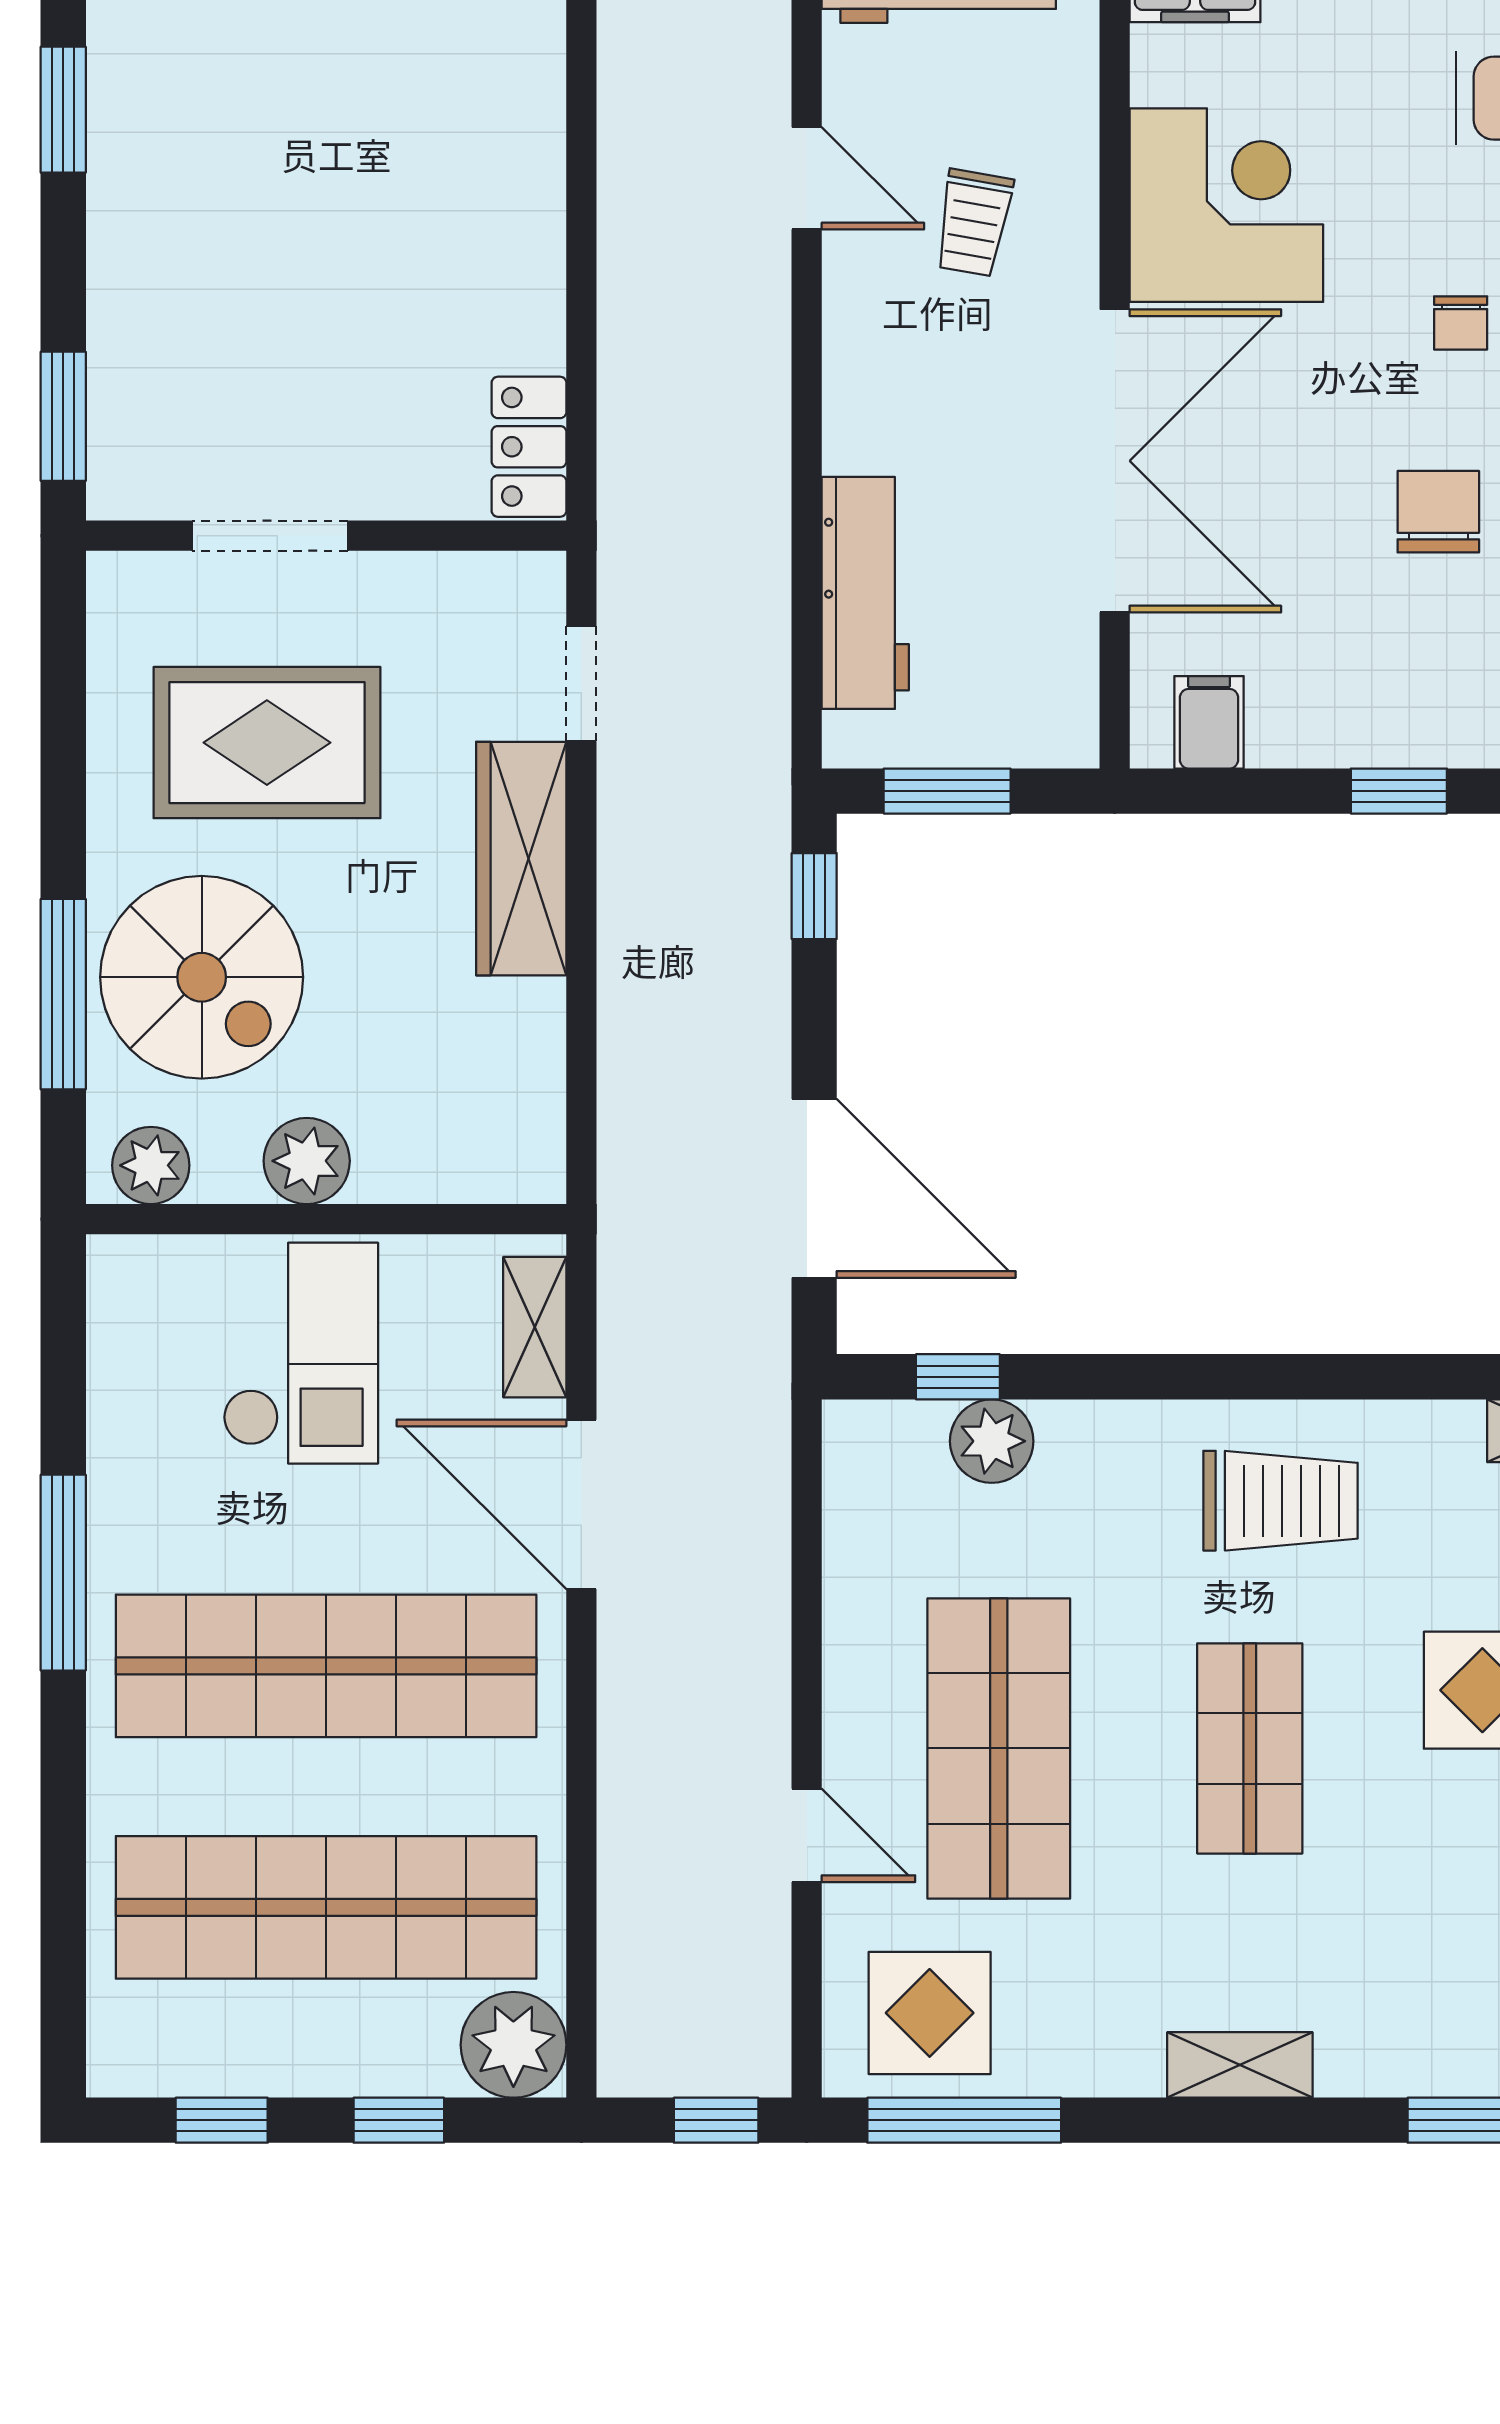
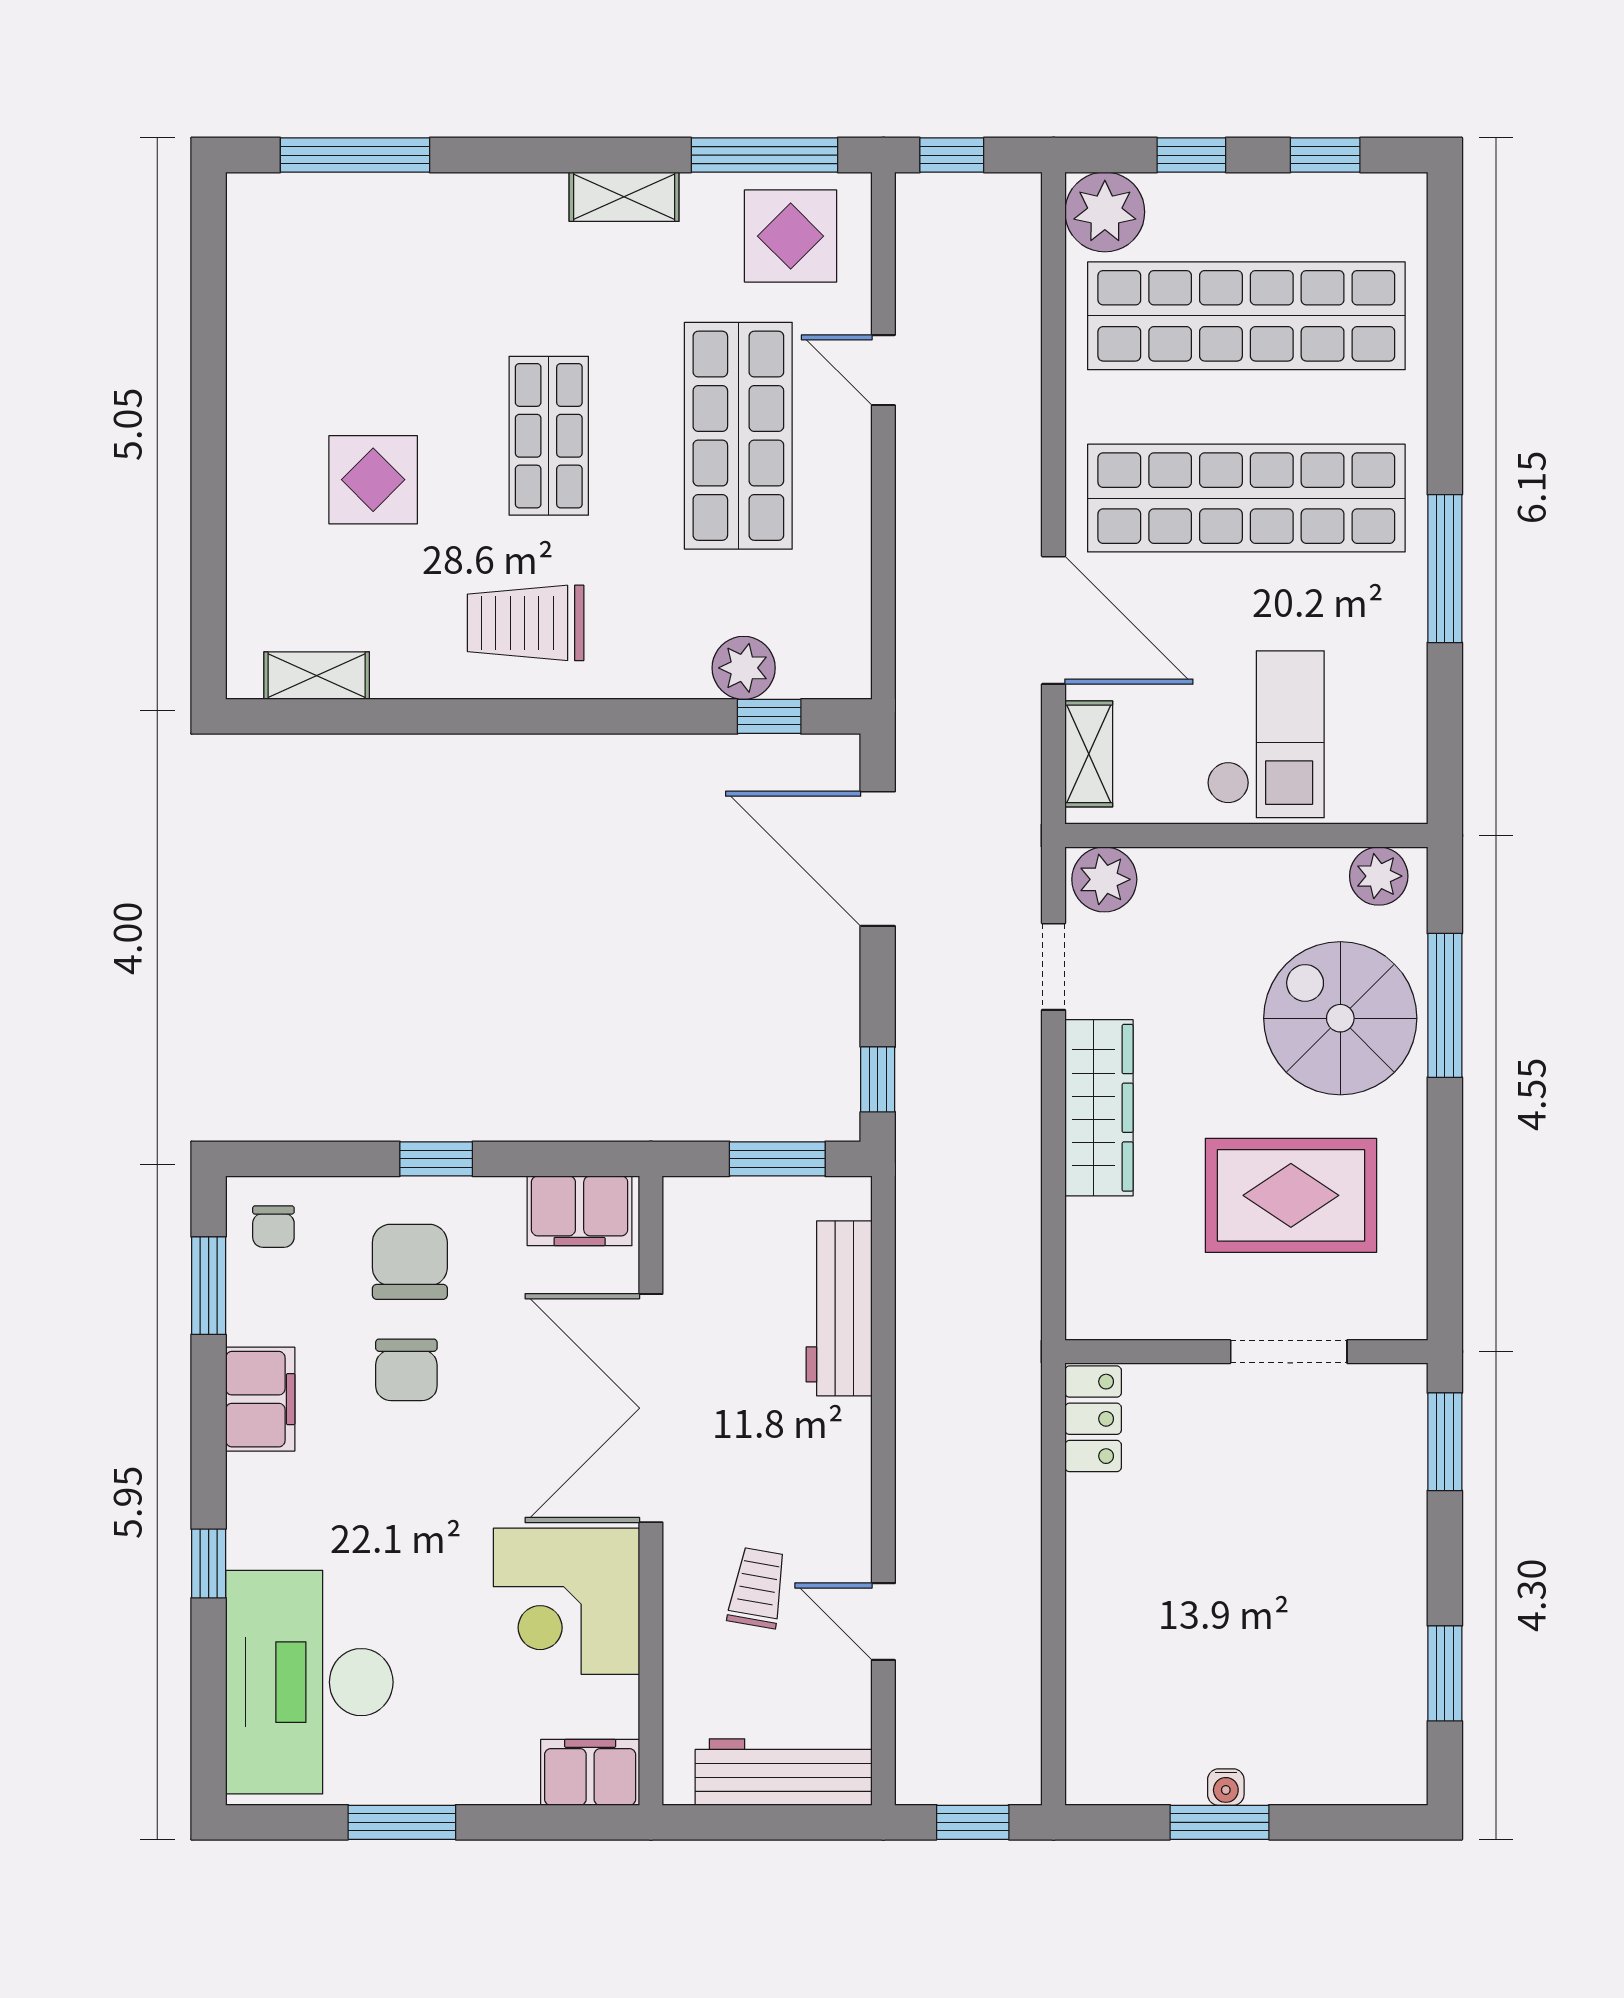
chair: (1461, 323) -> (410, 1262), moved, width x1.87, depth x1.87
doorway: (581, 684) -> (1054, 967), moved
filing cabinet: (1209, 722) -> (580, 1211), width x2.00
plant: (307, 1161) -> (1104, 879), moved
checkout: (301, 1353) -> (1266, 734), turned 180
shelving: (1240, 2065) -> (624, 197), moved

